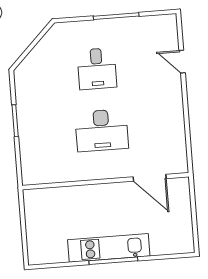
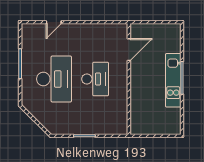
desk: (97, 69) -> (54, 79), width x1.87, depth x1.30

